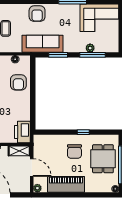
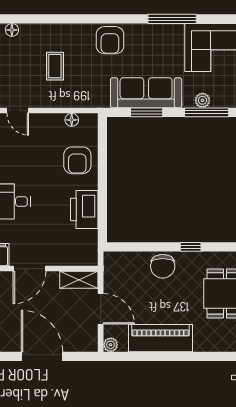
sofa: (43, 44) -> (146, 93), moved
printer: (22, 132) -> (84, 210), moved
chair: (74, 151) -> (163, 266), moved

